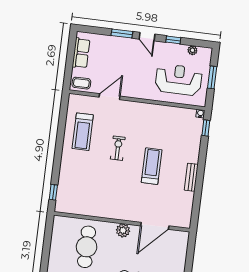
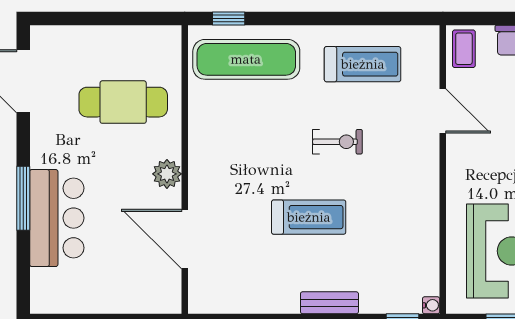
treadmill: (83, 132) -> (363, 64), turned 180
bench: (191, 177) -> (329, 303), moved
exercise mat: (74, 186) -> (246, 59), added

